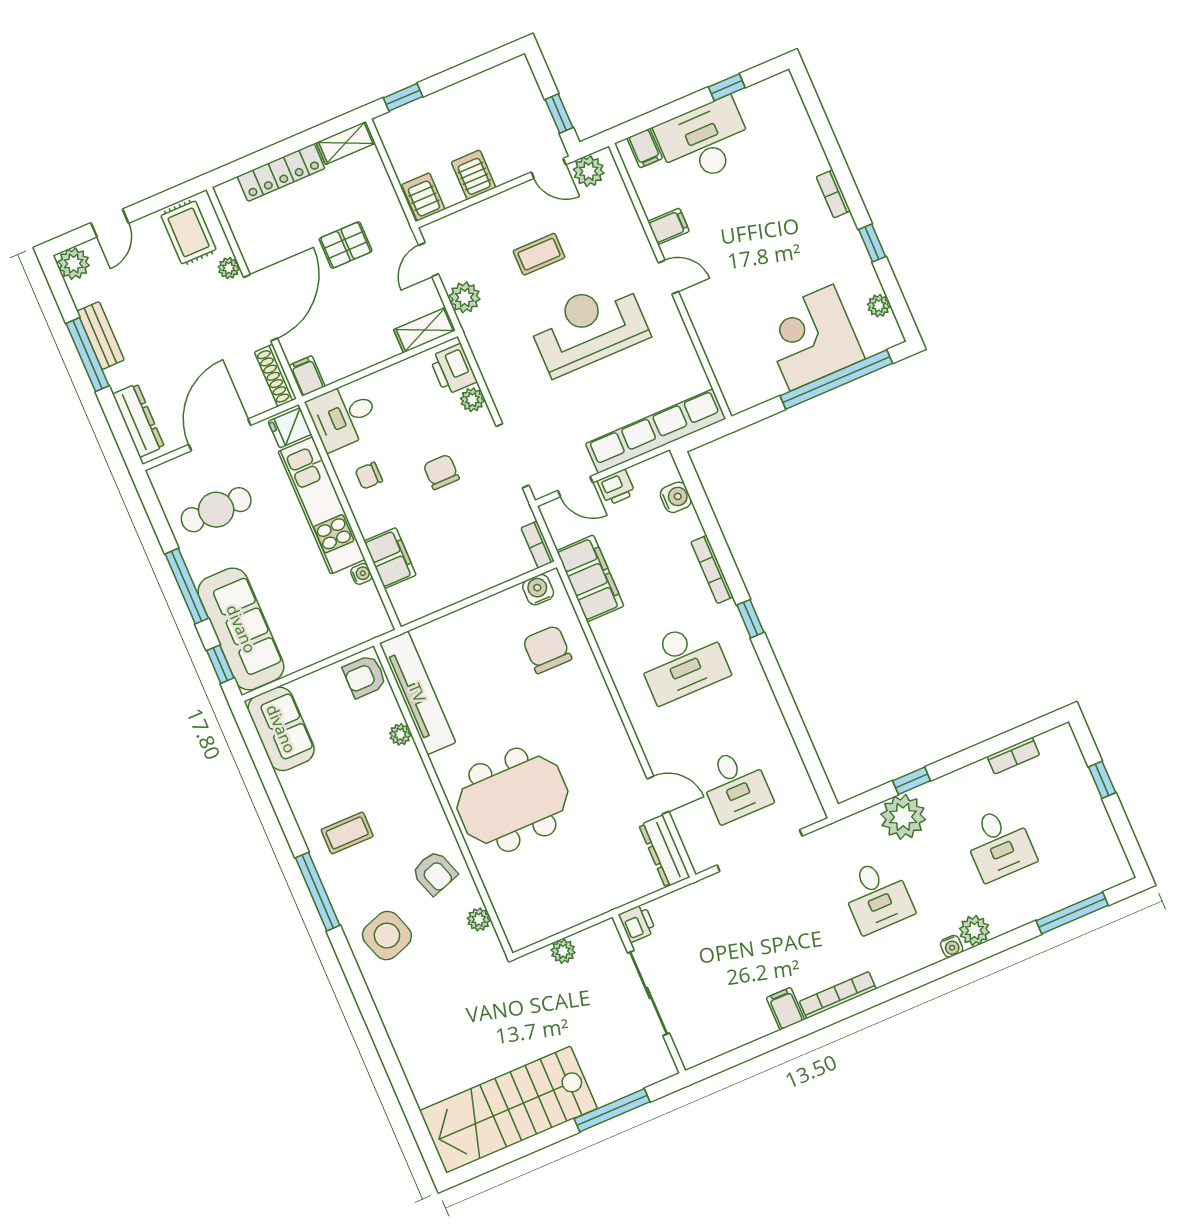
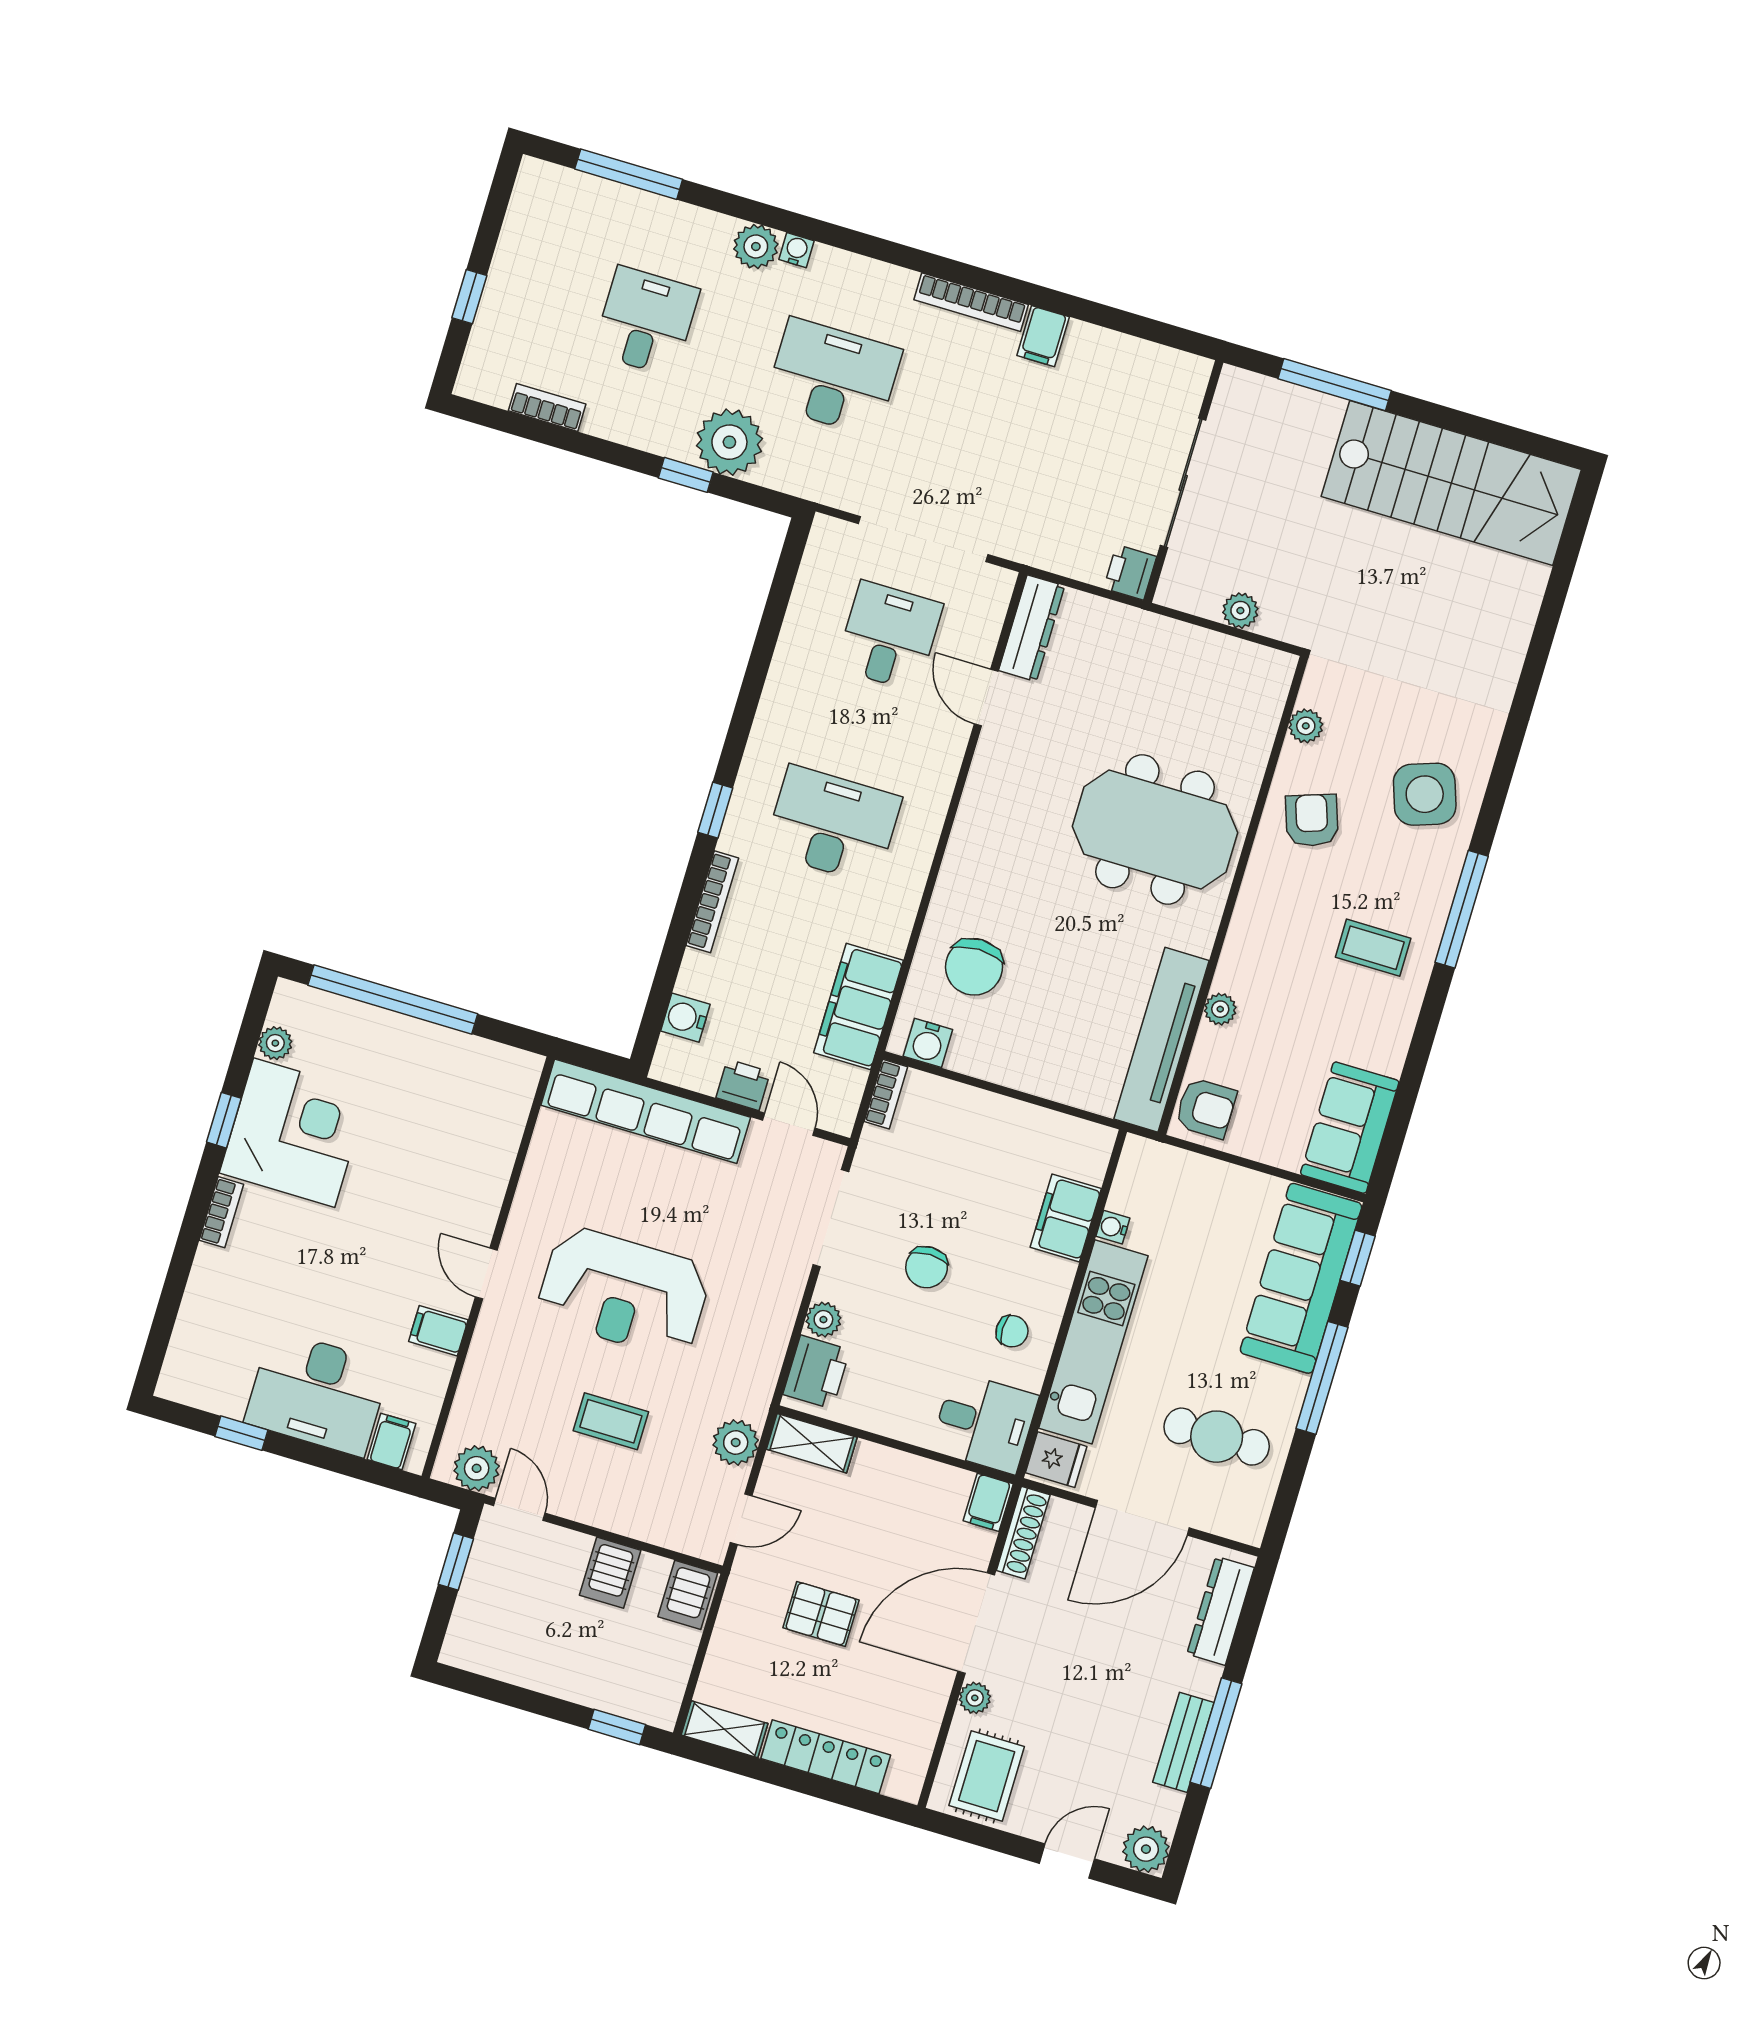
corner desk: (812, 338) -> (294, 1133), moved, turned -90
desk: (877, 896) -> (833, 377), width x1.37

